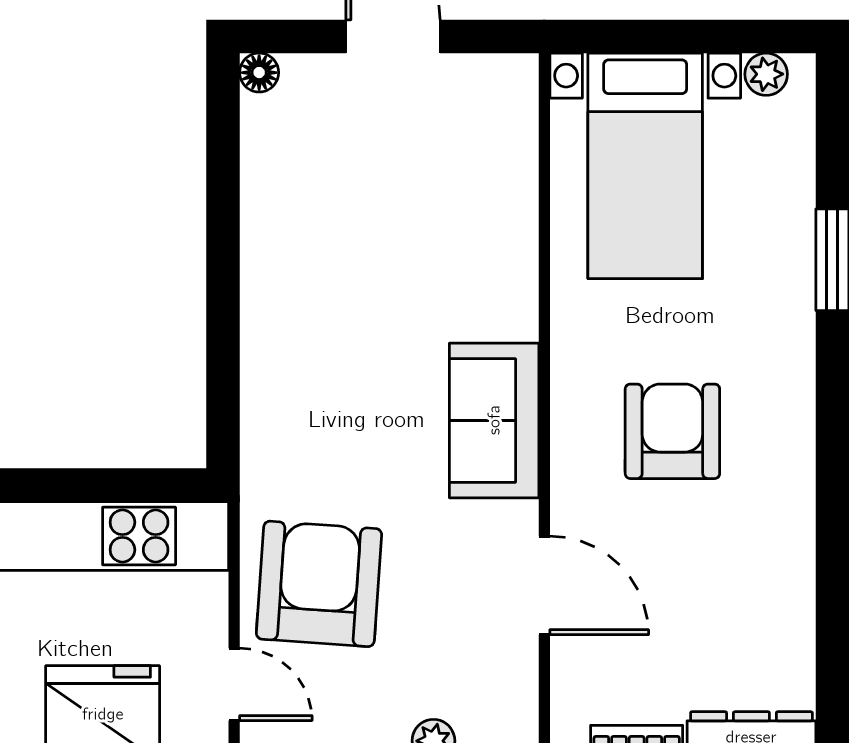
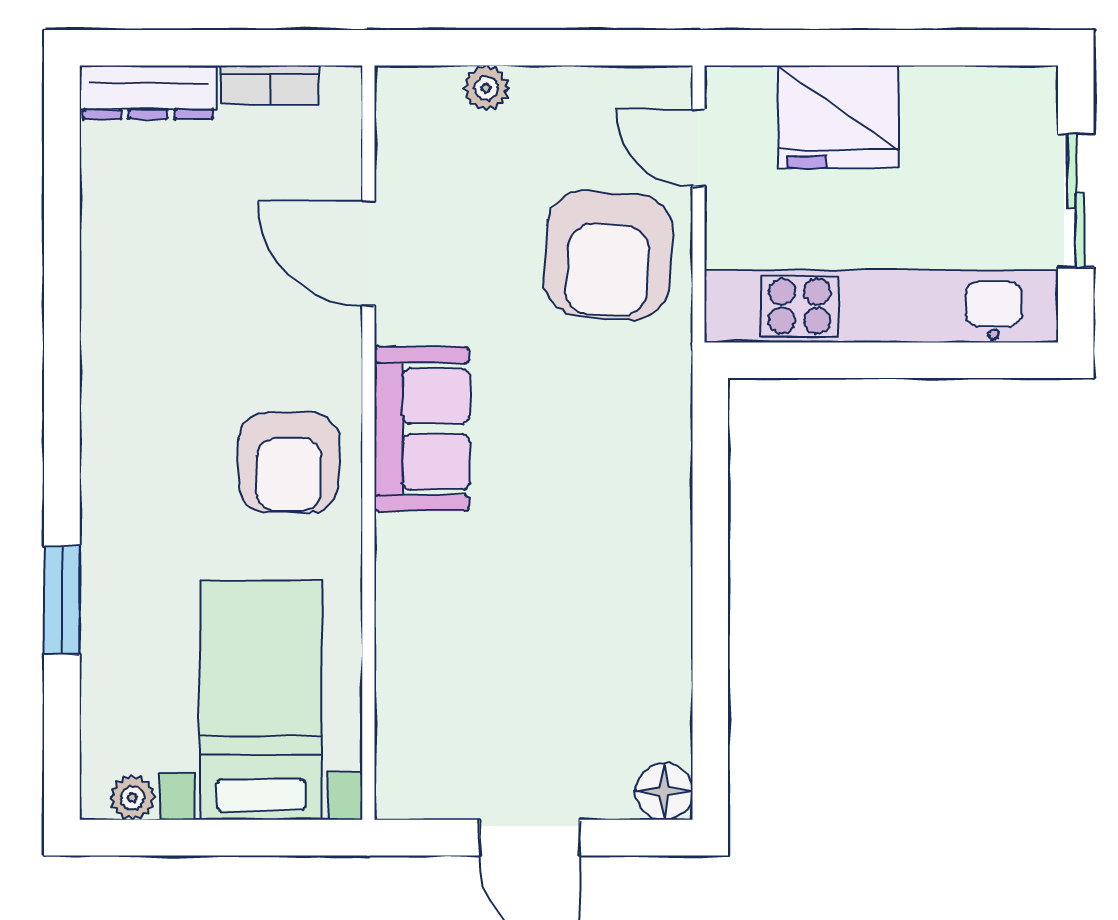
floor lamp: (259, 73) -> (664, 792), width x1.37, depth x1.37
armchair: (672, 431) -> (289, 462), moved

